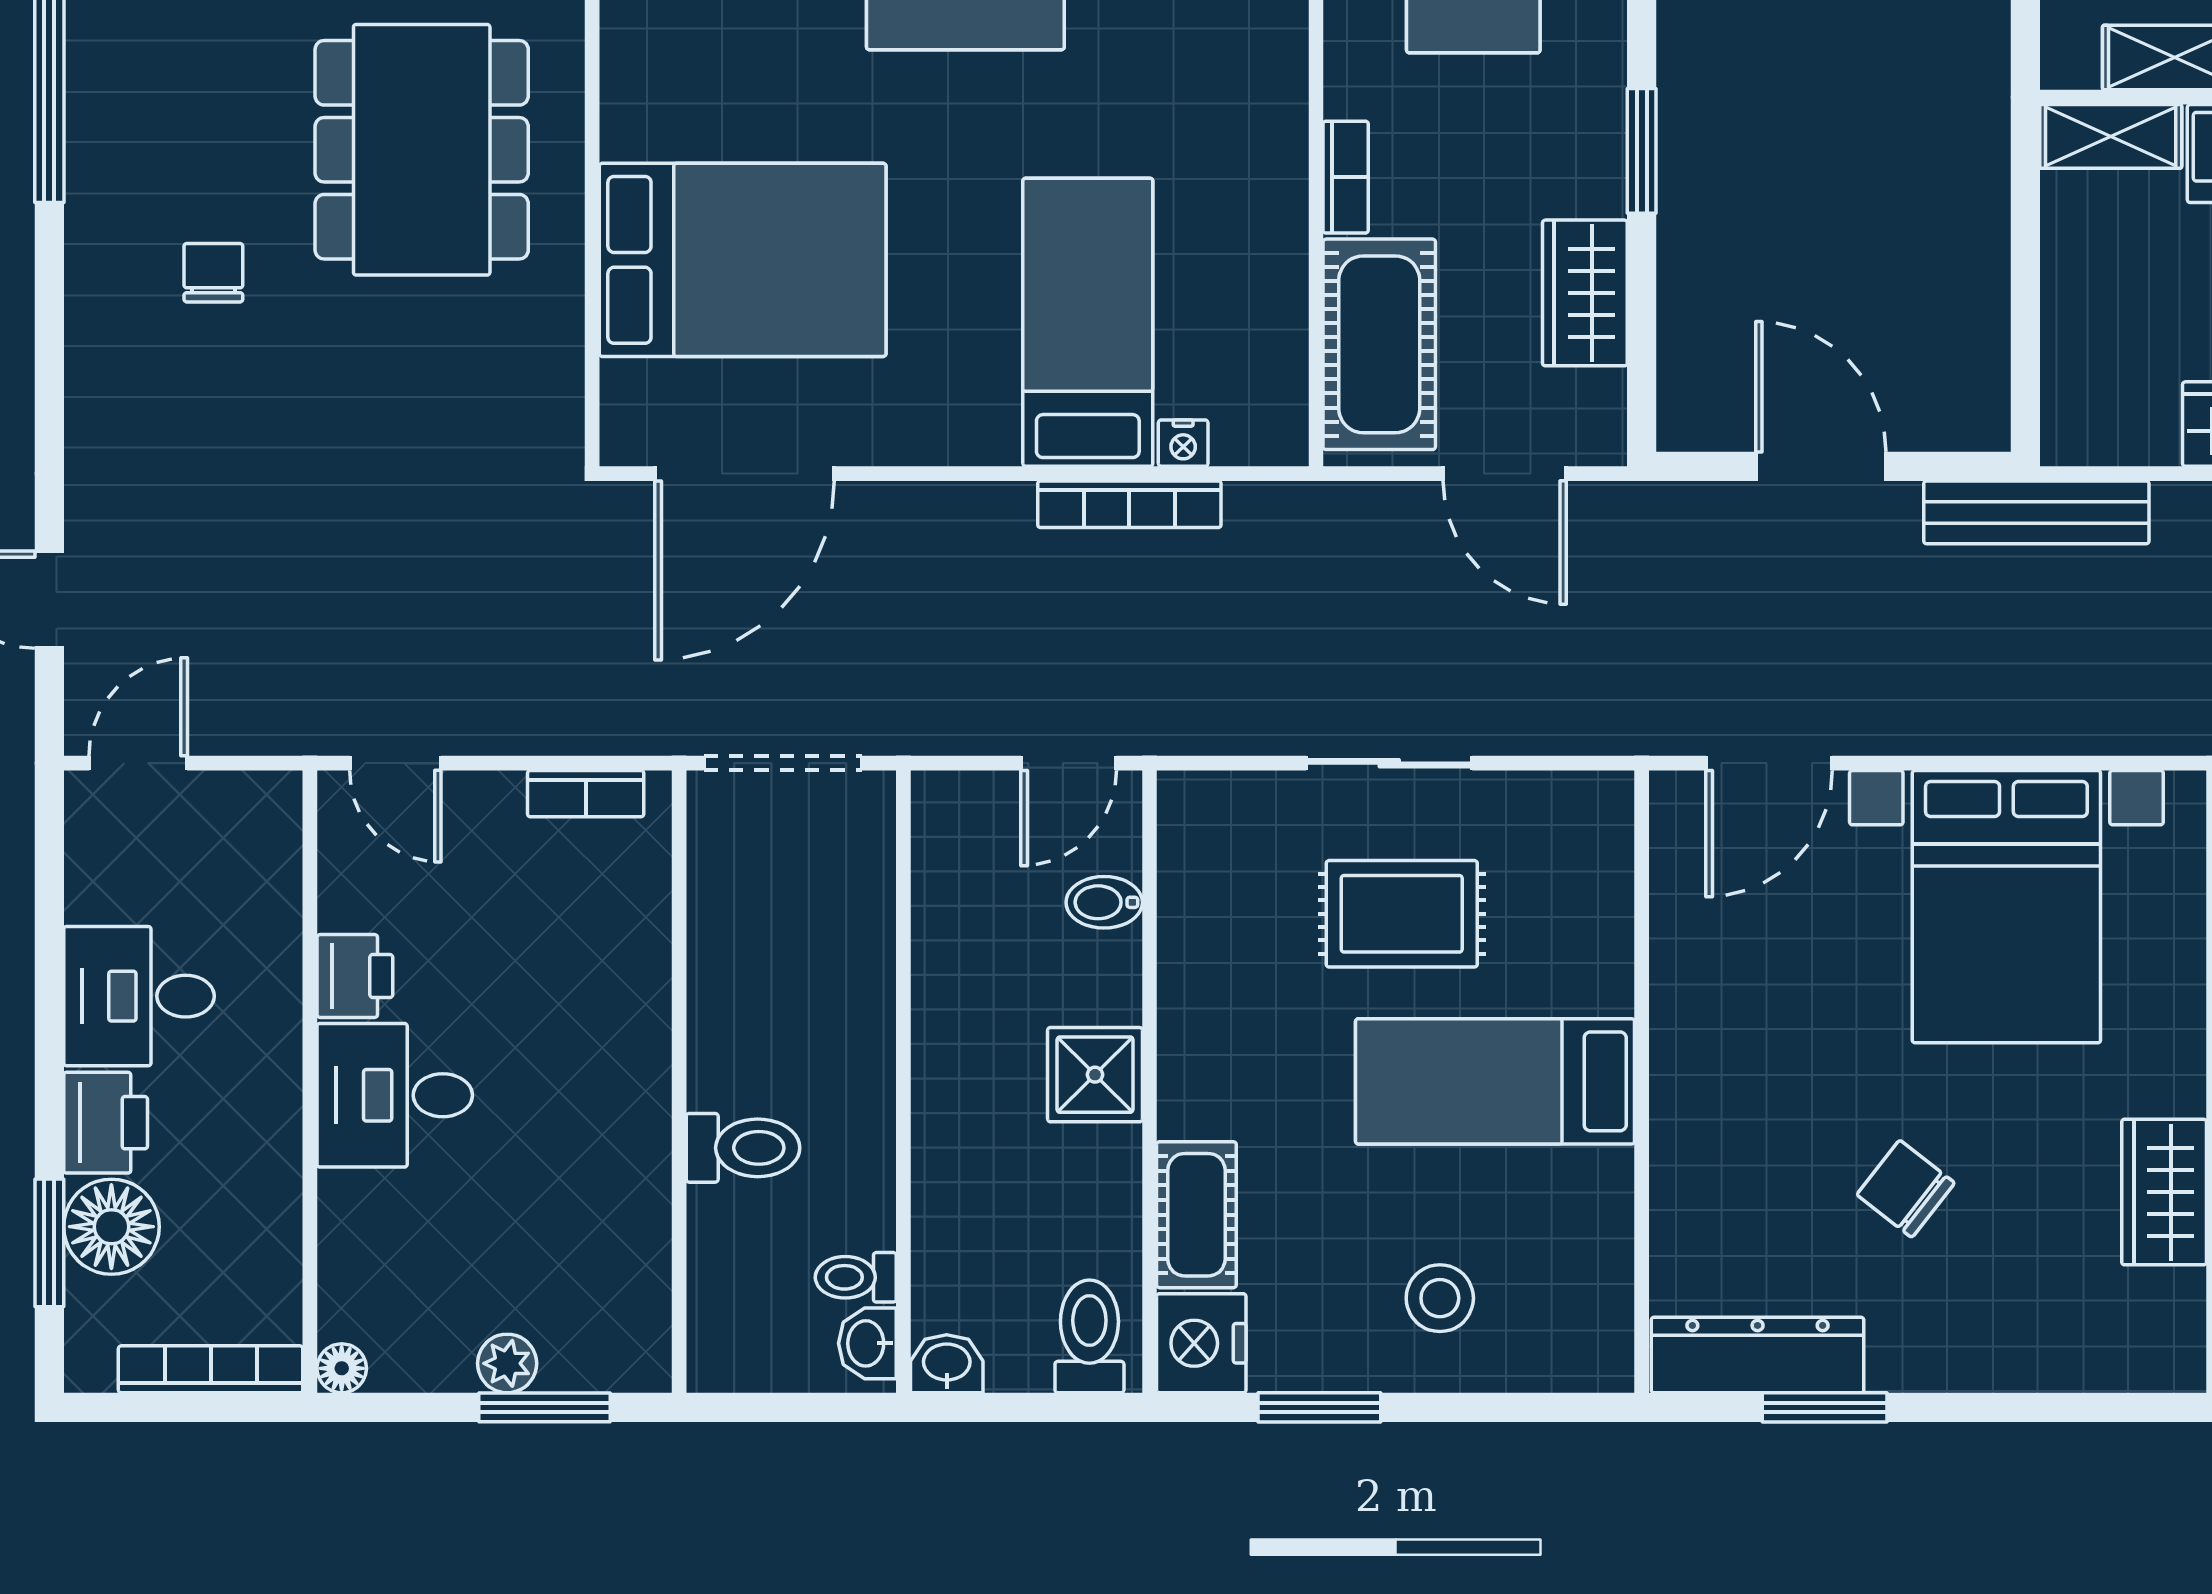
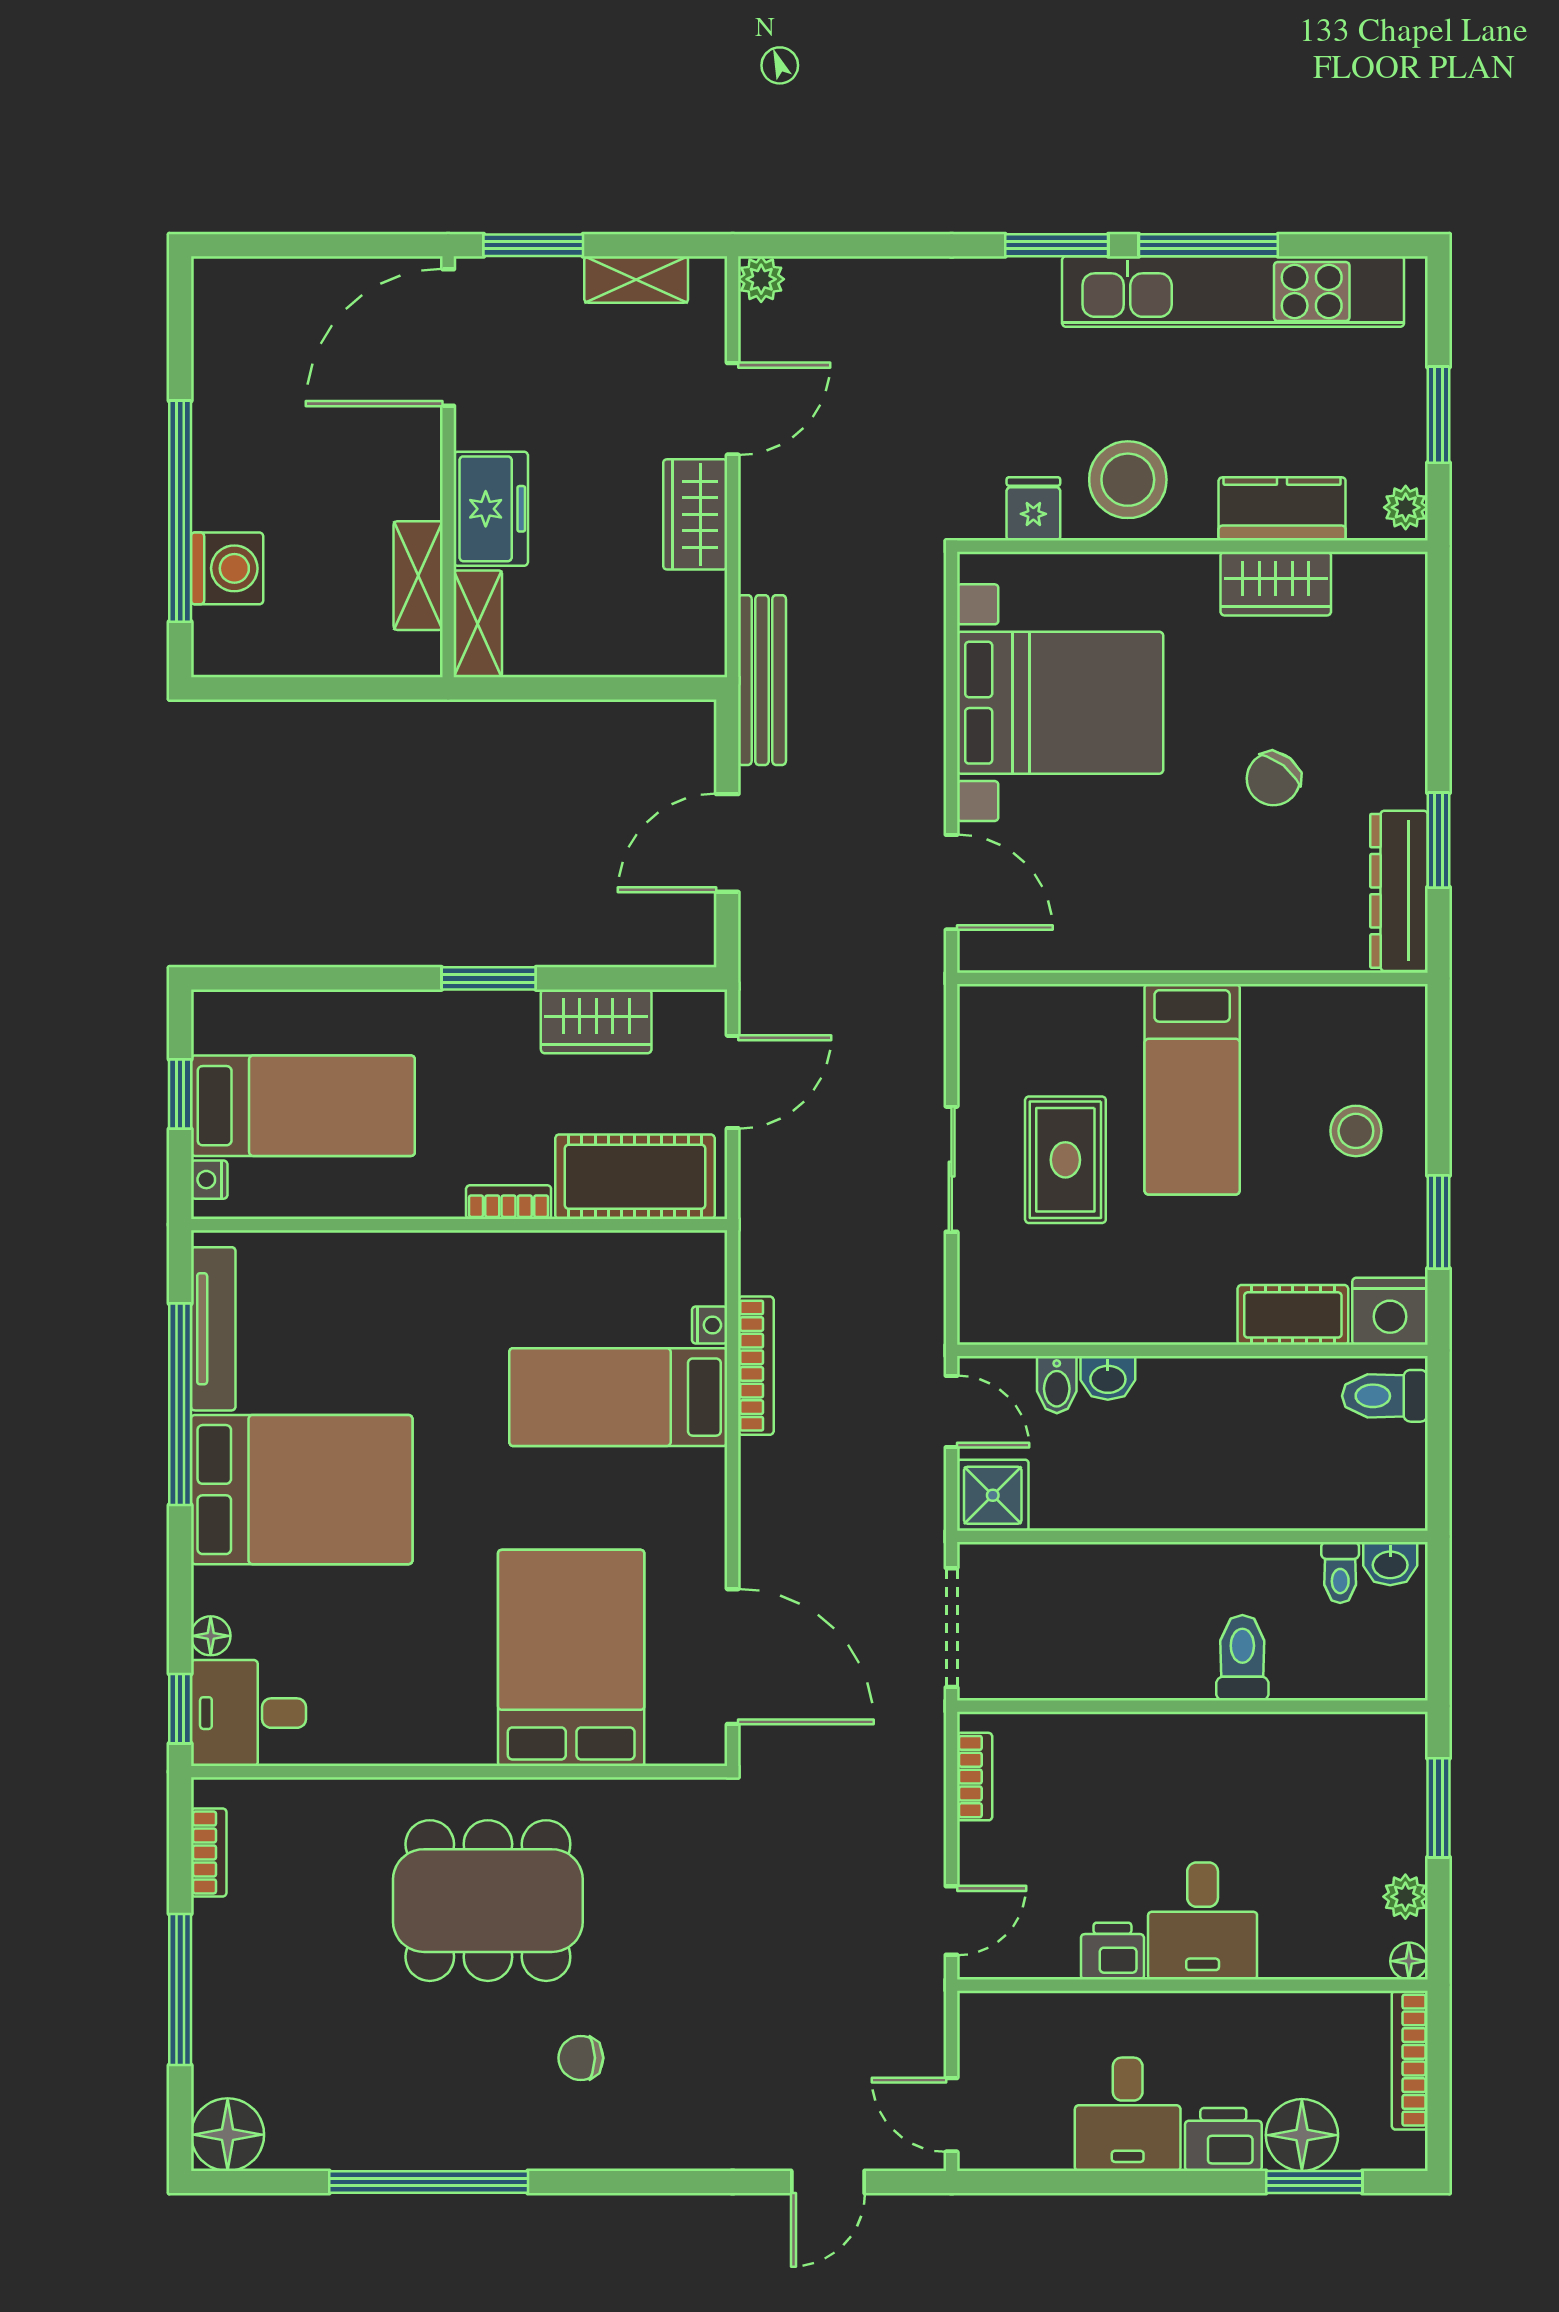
shower: (1095, 1075) -> (993, 1495), moved
plant: (507, 1363) -> (1405, 1897), moved
washbasin: (947, 1364) -> (1108, 1378), moved, turned -90

